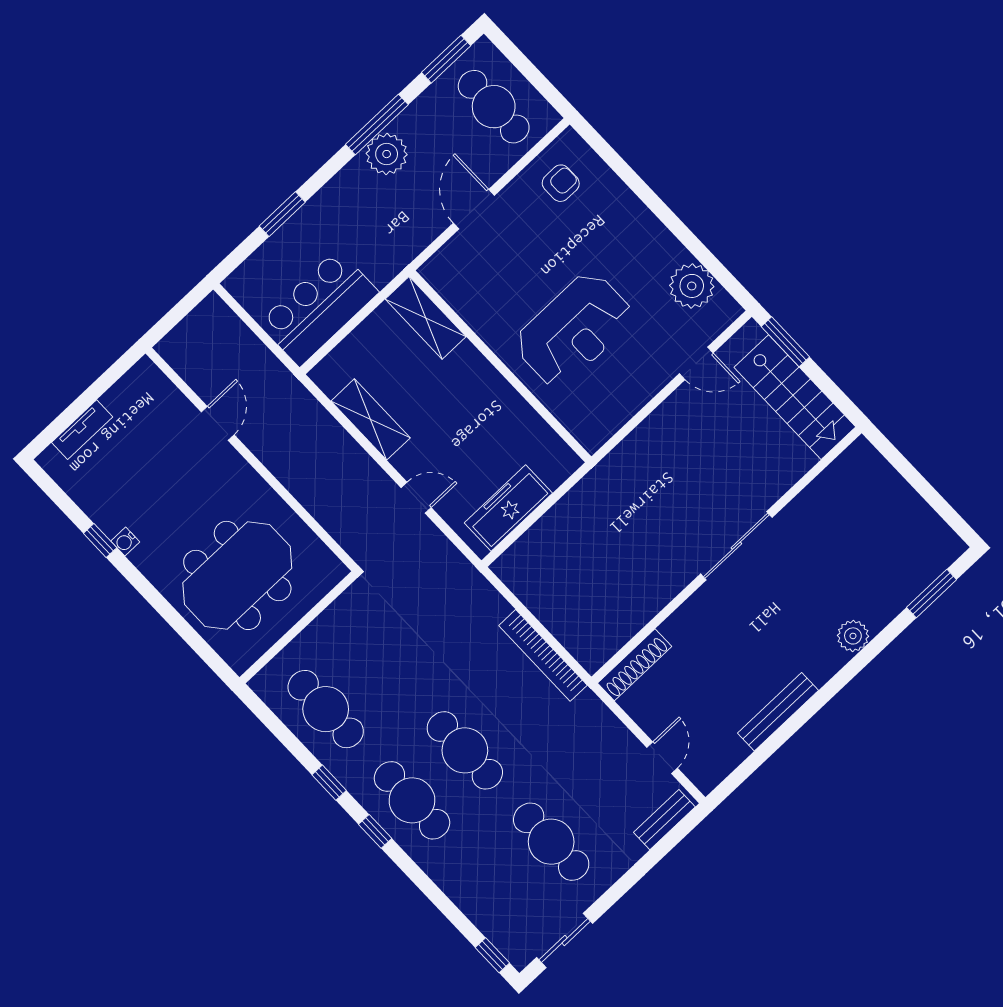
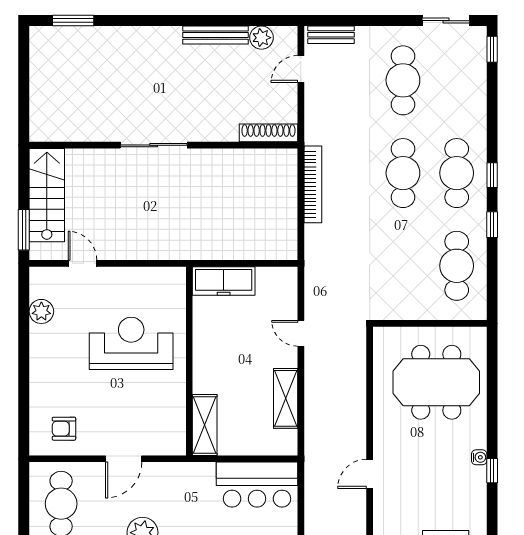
plant: (692, 286) -> (41, 311), width x0.73, depth x0.73
freezer: (508, 508) -> (224, 281), moved
plant: (853, 636) -> (261, 38), moved

